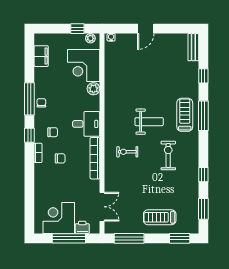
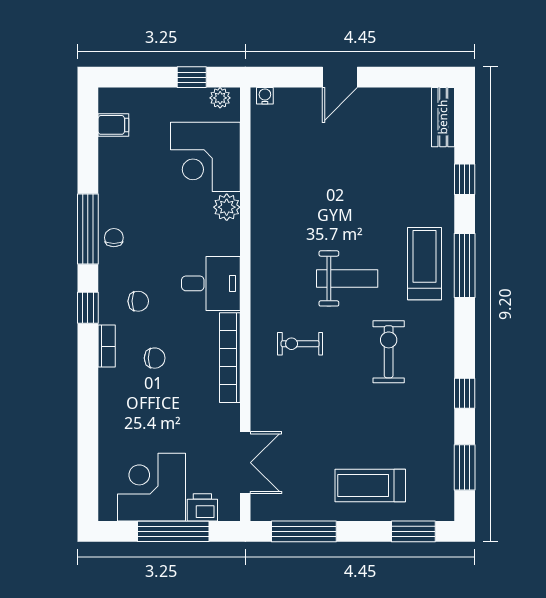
filing cabinet: (41, 56) -> (113, 125), width x0.50

